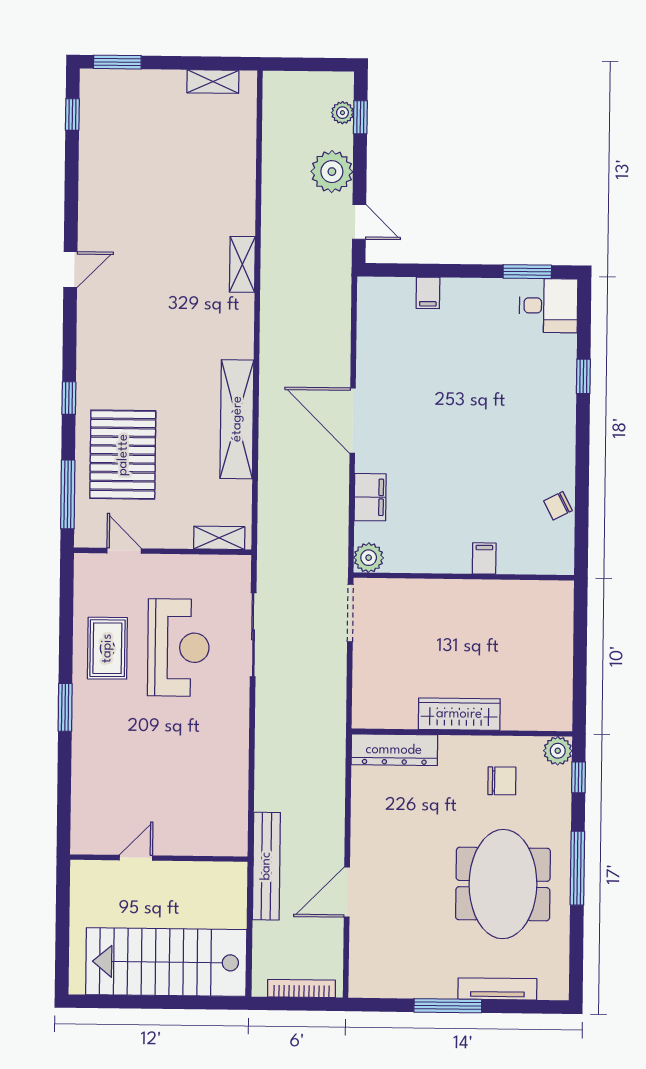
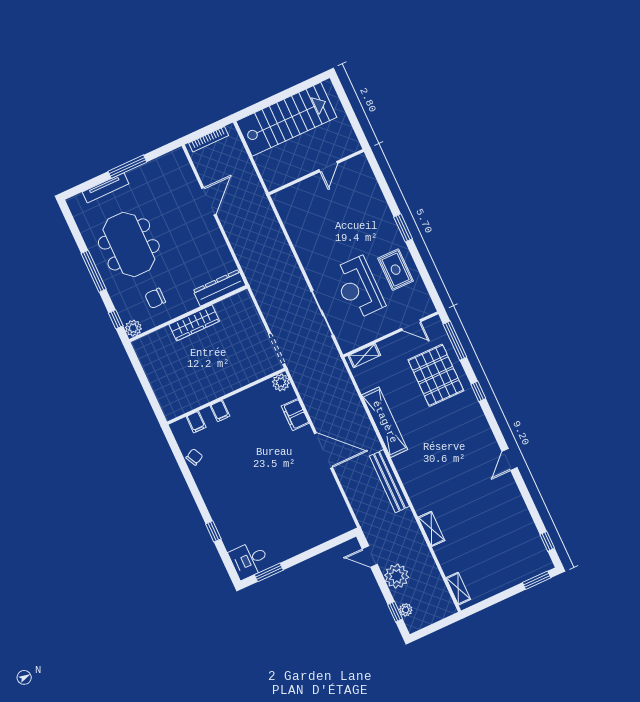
shelving: (213, 82) -> (458, 589), moved, turned 90
shelving: (242, 264) -> (431, 529), moved
filing cabinet: (428, 293) -> (196, 422), moved, turned 180
bench: (266, 866) -> (389, 481), moved

